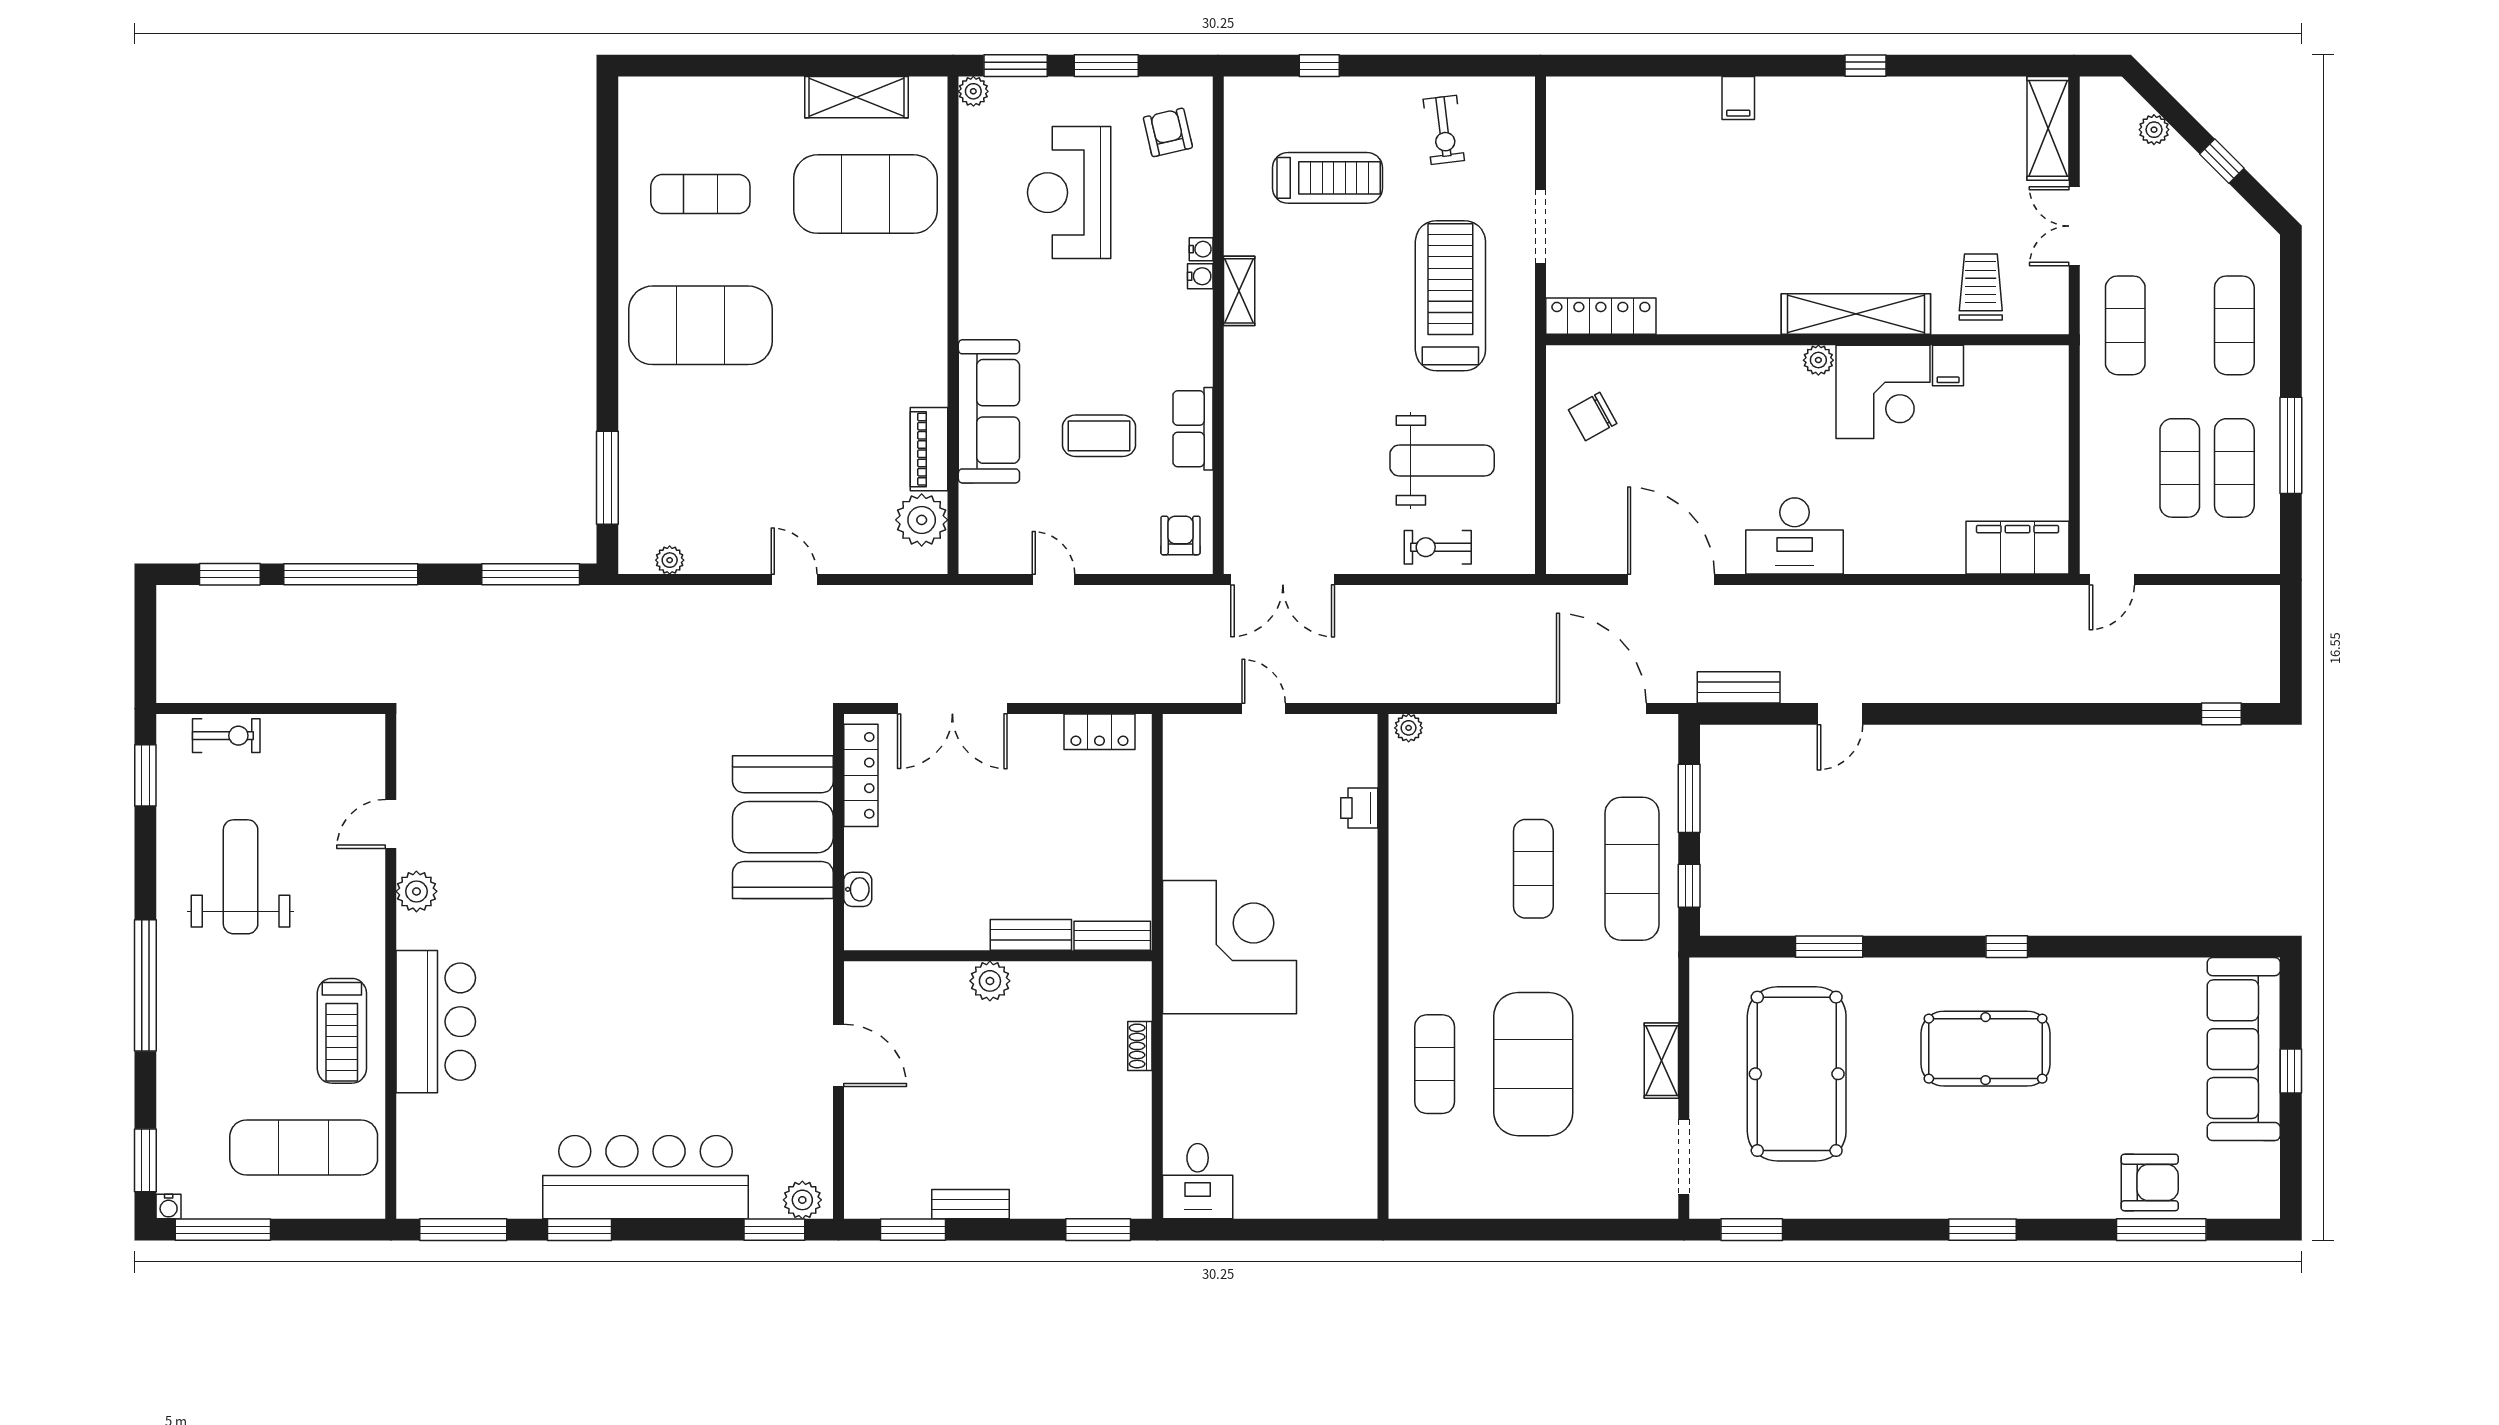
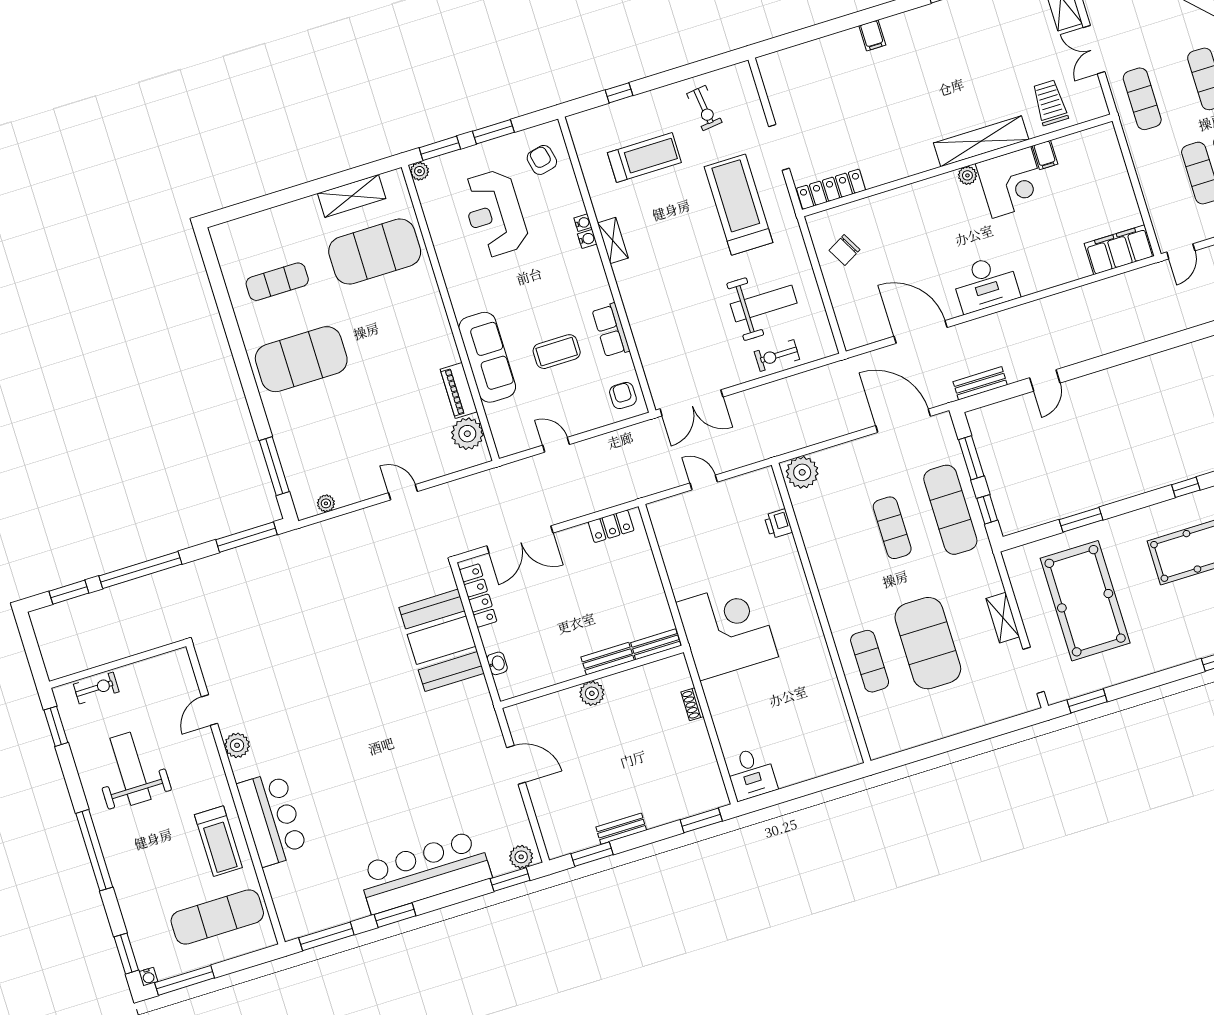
plant: (1409, 728) -> (802, 472), width x1.88, depth x1.88

